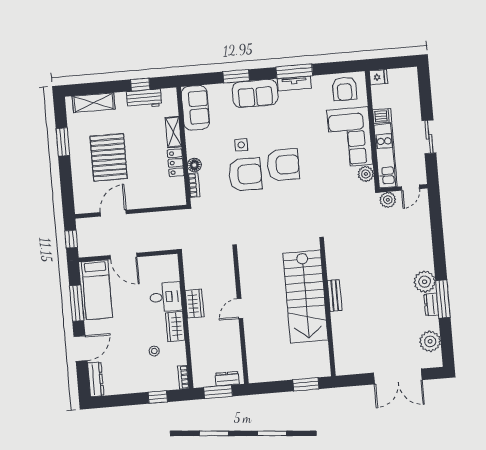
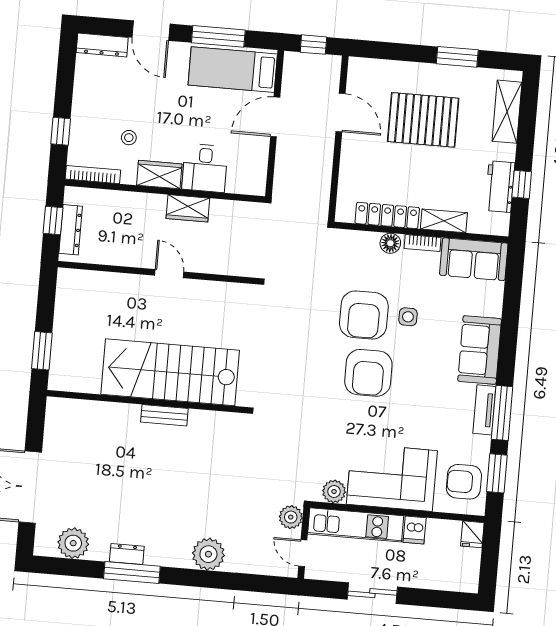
window: (236, 76) -> (497, 473), moved
locker: (176, 163) -> (387, 215), width x1.53
bookcase: (194, 185) -> (423, 243), moved
plant: (425, 282) -> (208, 554), moved
bookcase: (183, 377) -> (93, 175), width x1.56
dresser: (227, 379) -> (71, 230), width x1.44
window: (218, 392) -> (53, 221), width x0.67

